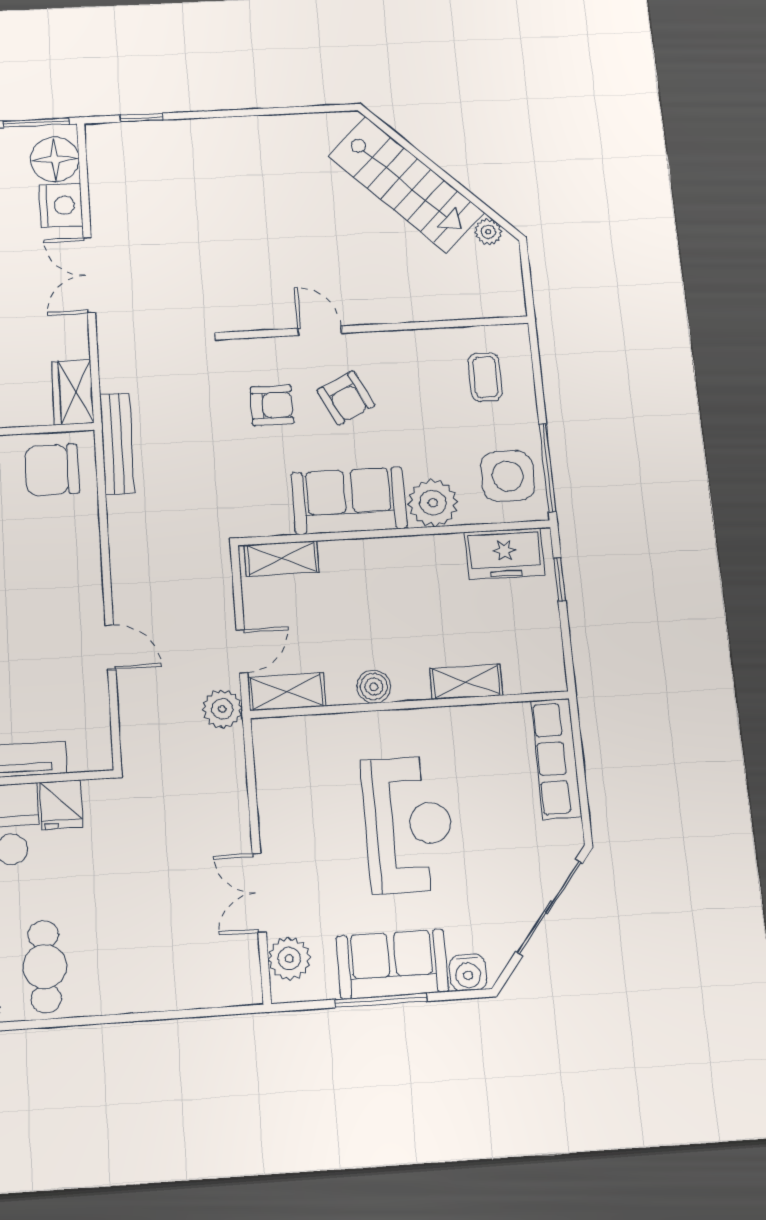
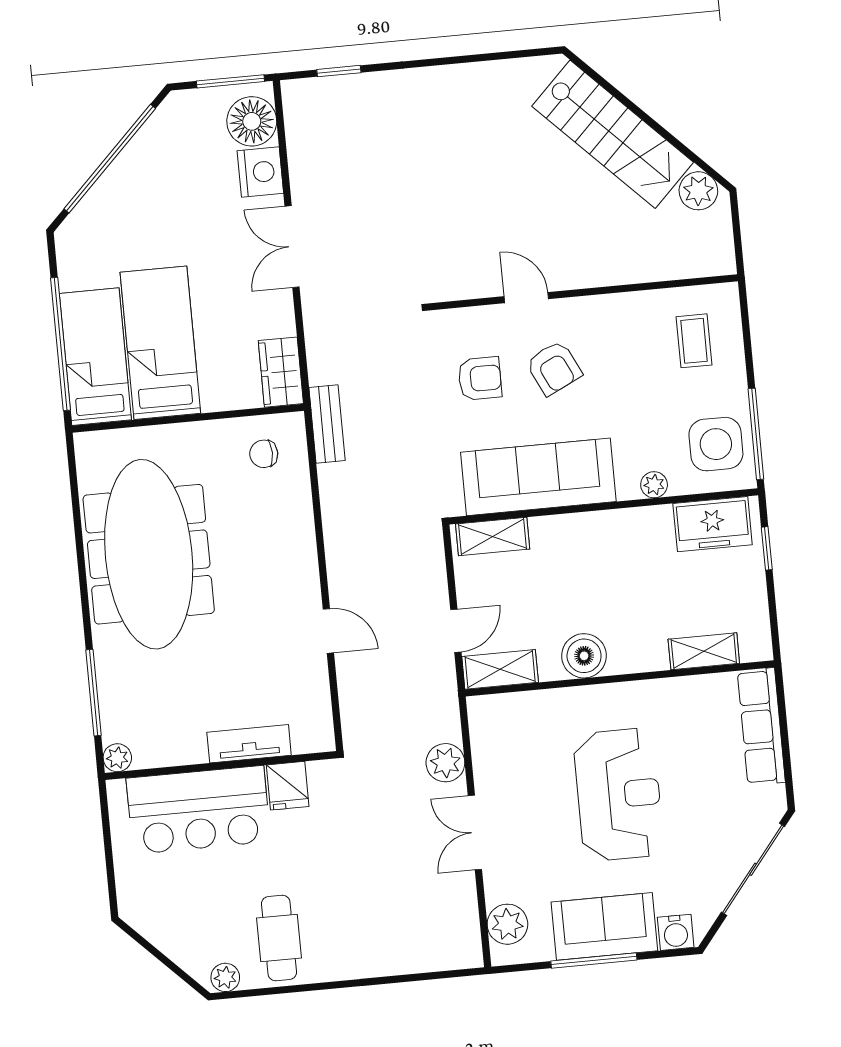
plant: (488, 232) -> (698, 191), width x1.38, depth x1.38
bench: (117, 443) -> (327, 424), width x0.73
chair: (52, 470) -> (264, 454), width x0.54, depth x0.54
sofa: (349, 501) -> (538, 477), width x1.36
plant: (433, 503) -> (654, 485), width x0.53, depth x0.53
shelving: (466, 682) -> (704, 651), moved
boiler: (374, 687) -> (584, 656), width x1.36, depth x1.36
plant: (222, 709) -> (445, 763), moved
double door: (259, 893) -> (475, 833), moved

